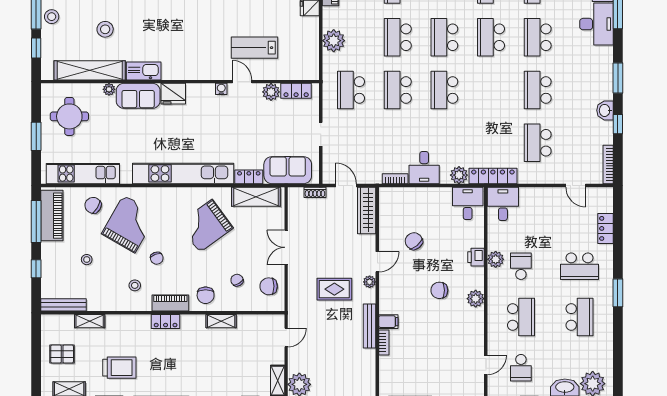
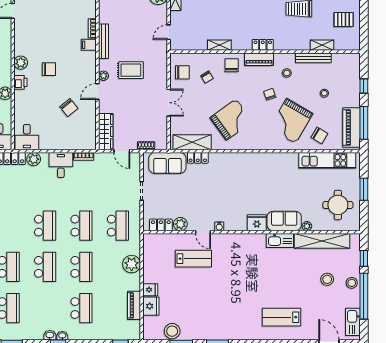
stool: (105, 29) -> (327, 279), moved
kitchen unit: (183, 173) -> (249, 160), removed
printer: (476, 257) -> (20, 82), moved
bench: (64, 305) -> (313, 58), moved

